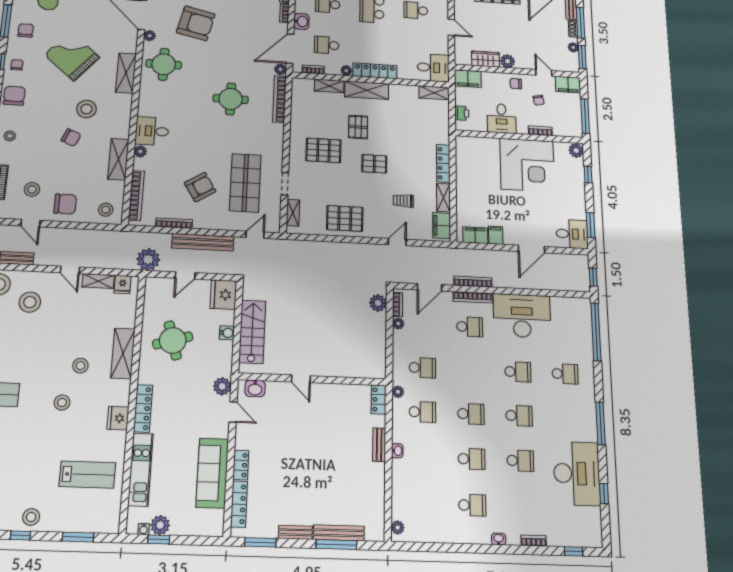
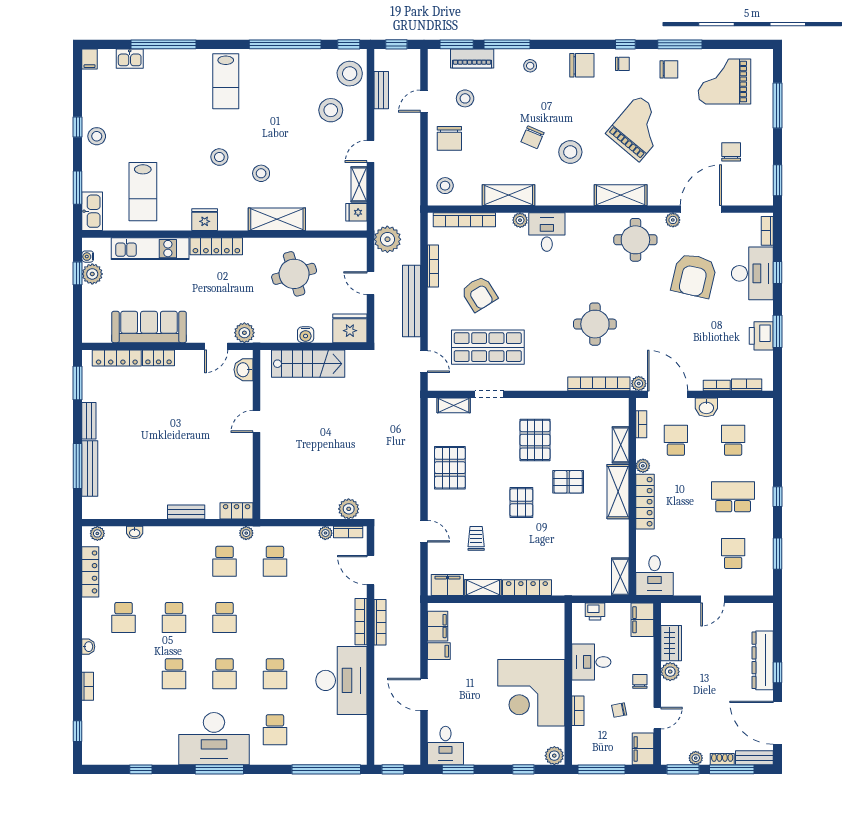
school desk: (470, 327) -> (325, 617), removed
washbasin: (397, 451) -> (135, 533), moved
desk: (577, 473) -> (214, 739), moved
kitchen sink: (101, 523) -> (92, 211), added
locker: (432, 535) -> (90, 572), added

